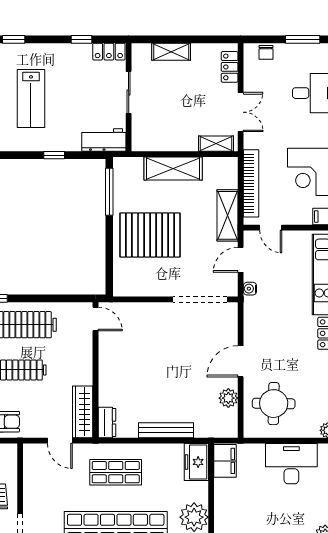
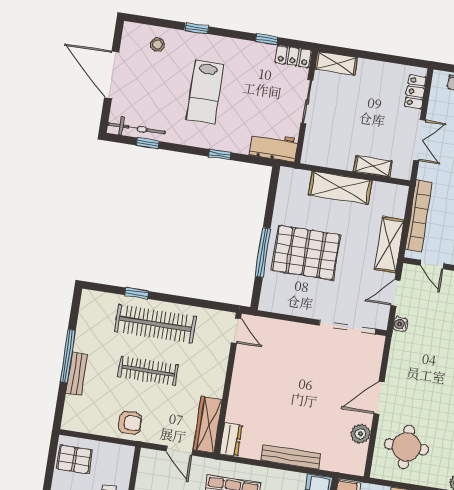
shelving: (171, 52) -> (336, 63), moved
shelving: (216, 144) -> (373, 166), moved
window: (109, 192) -> (263, 252), moved

